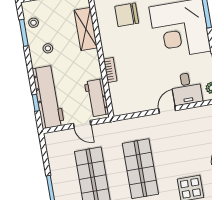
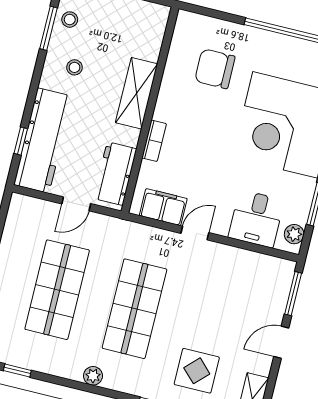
shelving: (86, 29) -> (136, 93), moved
filing cabinet: (132, 105) -> (163, 207), added
door: (167, 110) -> (195, 233), moved
door: (82, 124) -> (76, 204), hinge flipped

